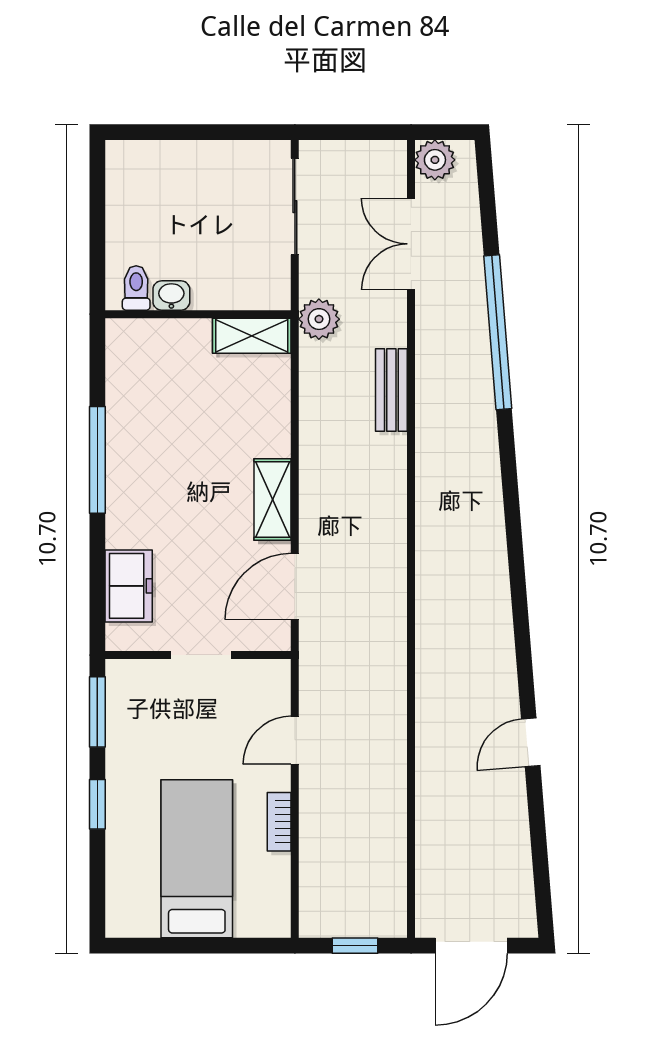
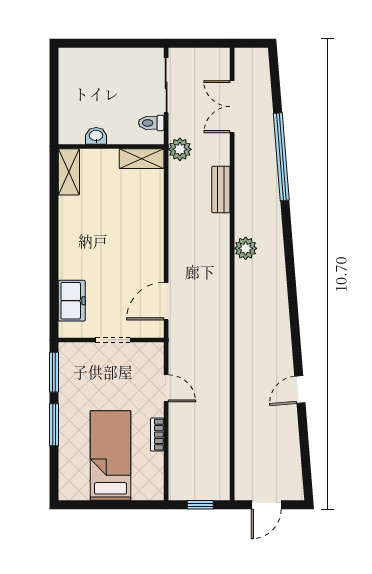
plant: (435, 160) -> (246, 248), moved
toilet: (136, 288) -> (151, 123), moved, turned -90
window: (97, 460) -> (54, 229), removed
shelving: (273, 499) -> (69, 172), moved
door: (295, 740) -> (166, 388), swing flipped
window: (97, 804) -> (54, 425), width x1.50
door: (471, 946) -> (266, 505), width x0.73

